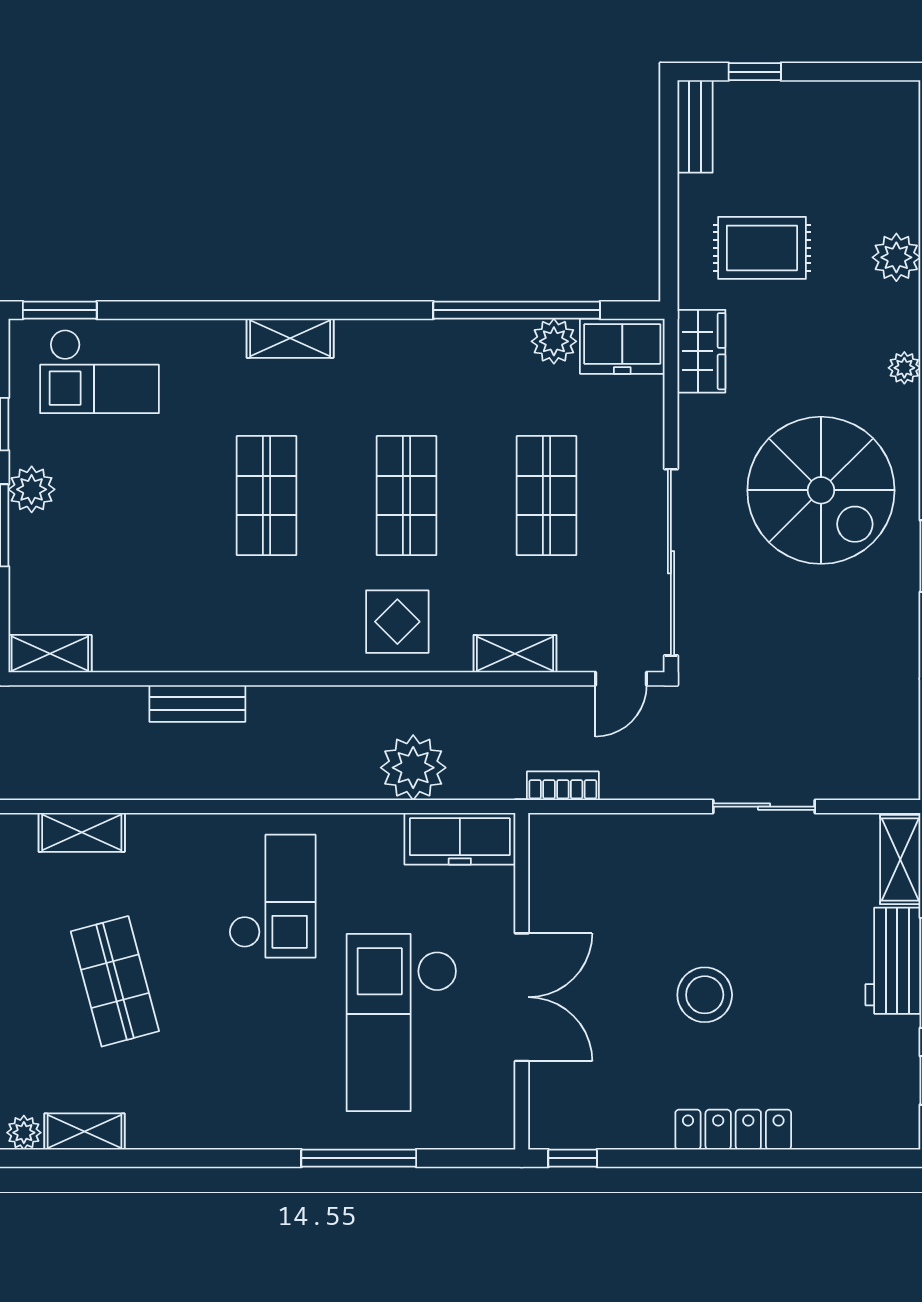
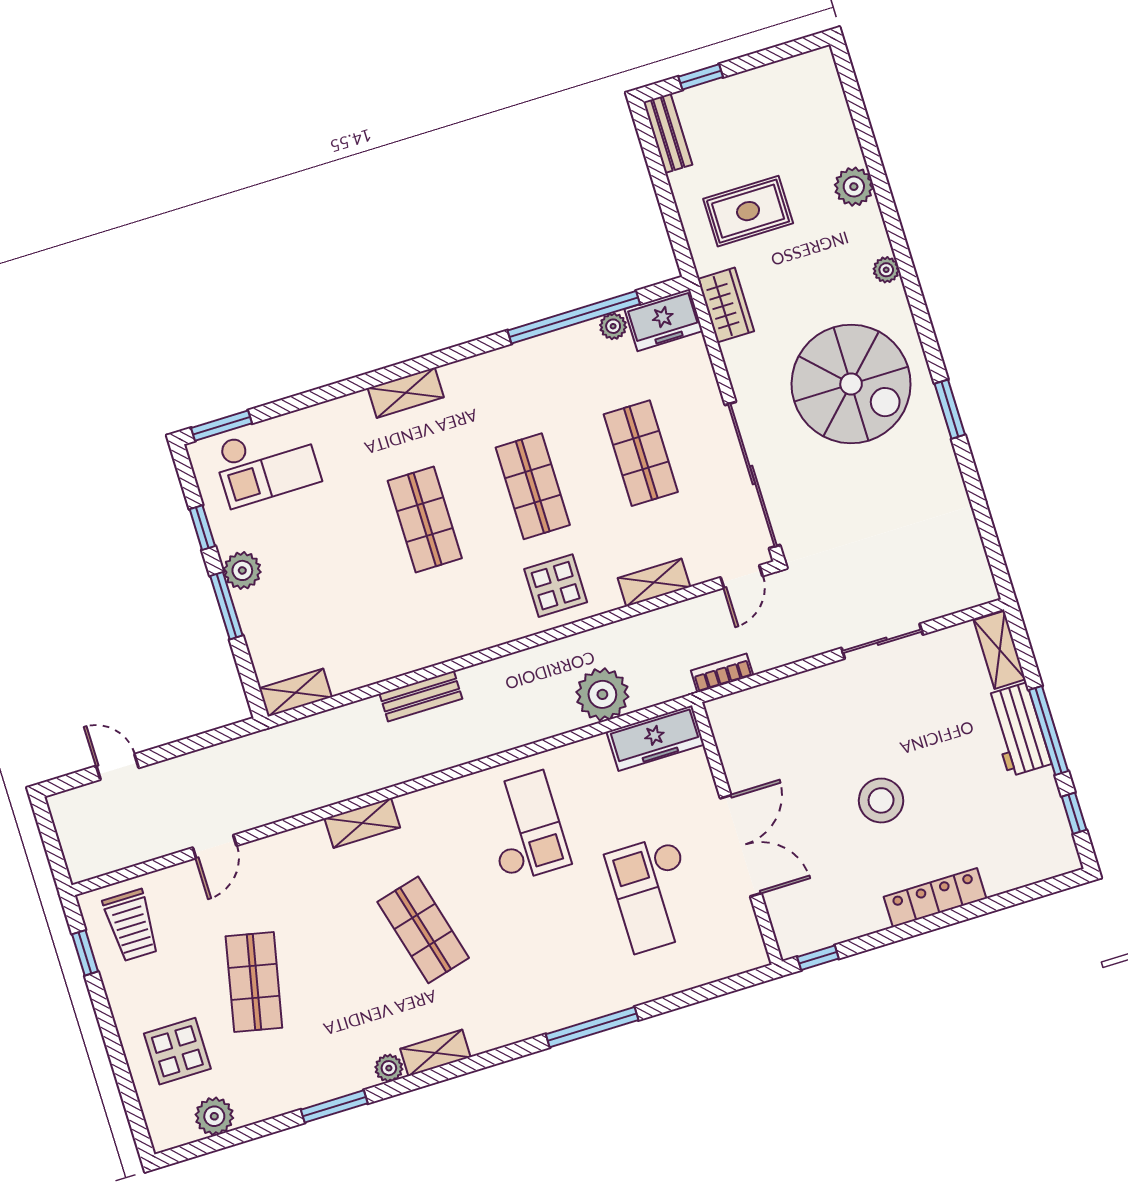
plant: (554, 341) -> (613, 326), width x0.73, depth x0.73
checkout: (402, 1023) -> (654, 894), width x0.73, depth x0.83
window: (359, 1158) -> (592, 1027), moved

